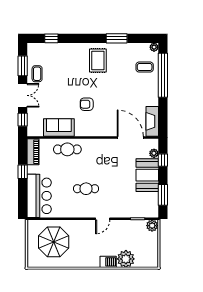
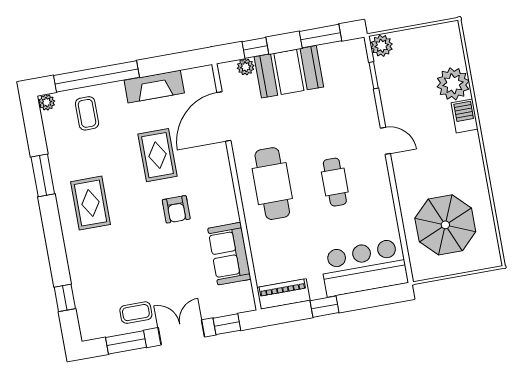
rug: (98, 60) -> (91, 203), turned 90
rug: (116, 100) -> (157, 155), added
fireplace: (152, 121) -> (154, 87), moved
cafe table: (67, 149) -> (272, 184), moved, width x1.37, depth x1.35

